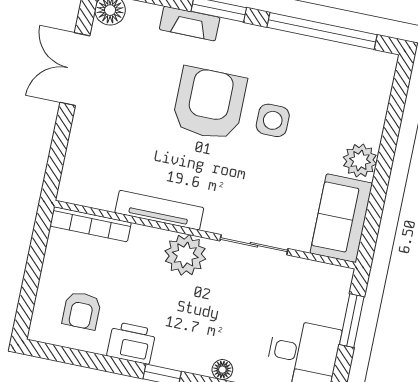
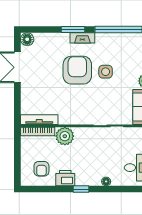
fireplace: (190, 23) -> (82, 38), moved
tv unit: (159, 210) -> (39, 120), moved
plant: (185, 255) -> (65, 136), moved

